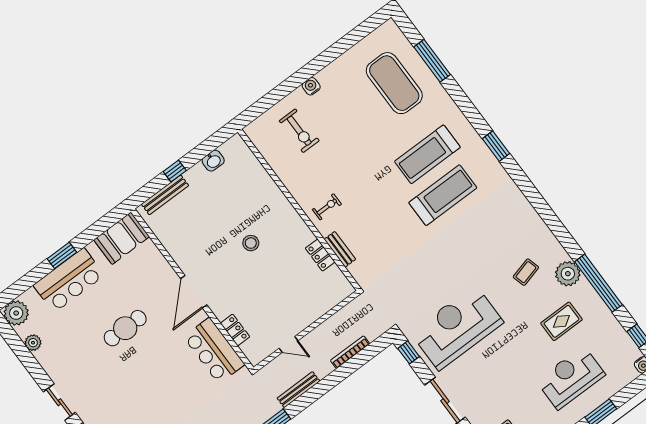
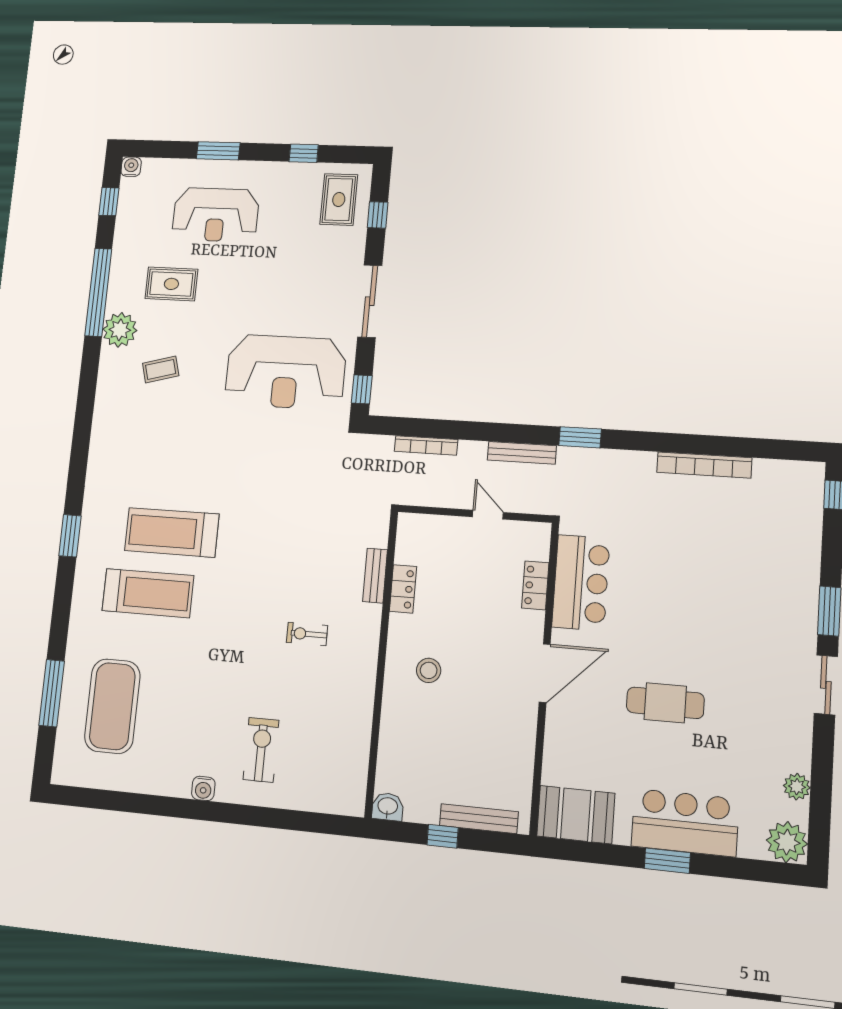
wall: (299, 210) -> (381, 663), moved
bench: (340, 249) -> (375, 576), moved
locker: (320, 255) -> (403, 589), moved

